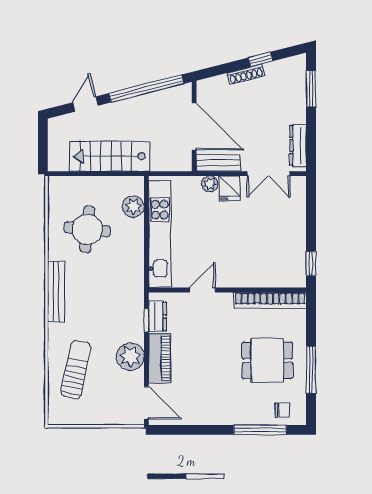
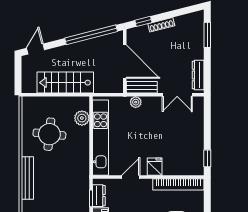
window: (260, 59) -> (143, 21), moved
door: (85, 104) -> (36, 49), moved
fridge: (230, 188) -> (155, 167), moved, turned 180

